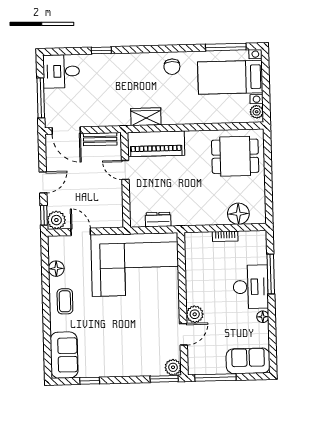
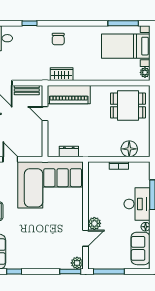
chair: (172, 67) -> (58, 39), moved
sofa: (248, 361) -> (141, 248), moved, turned -90

